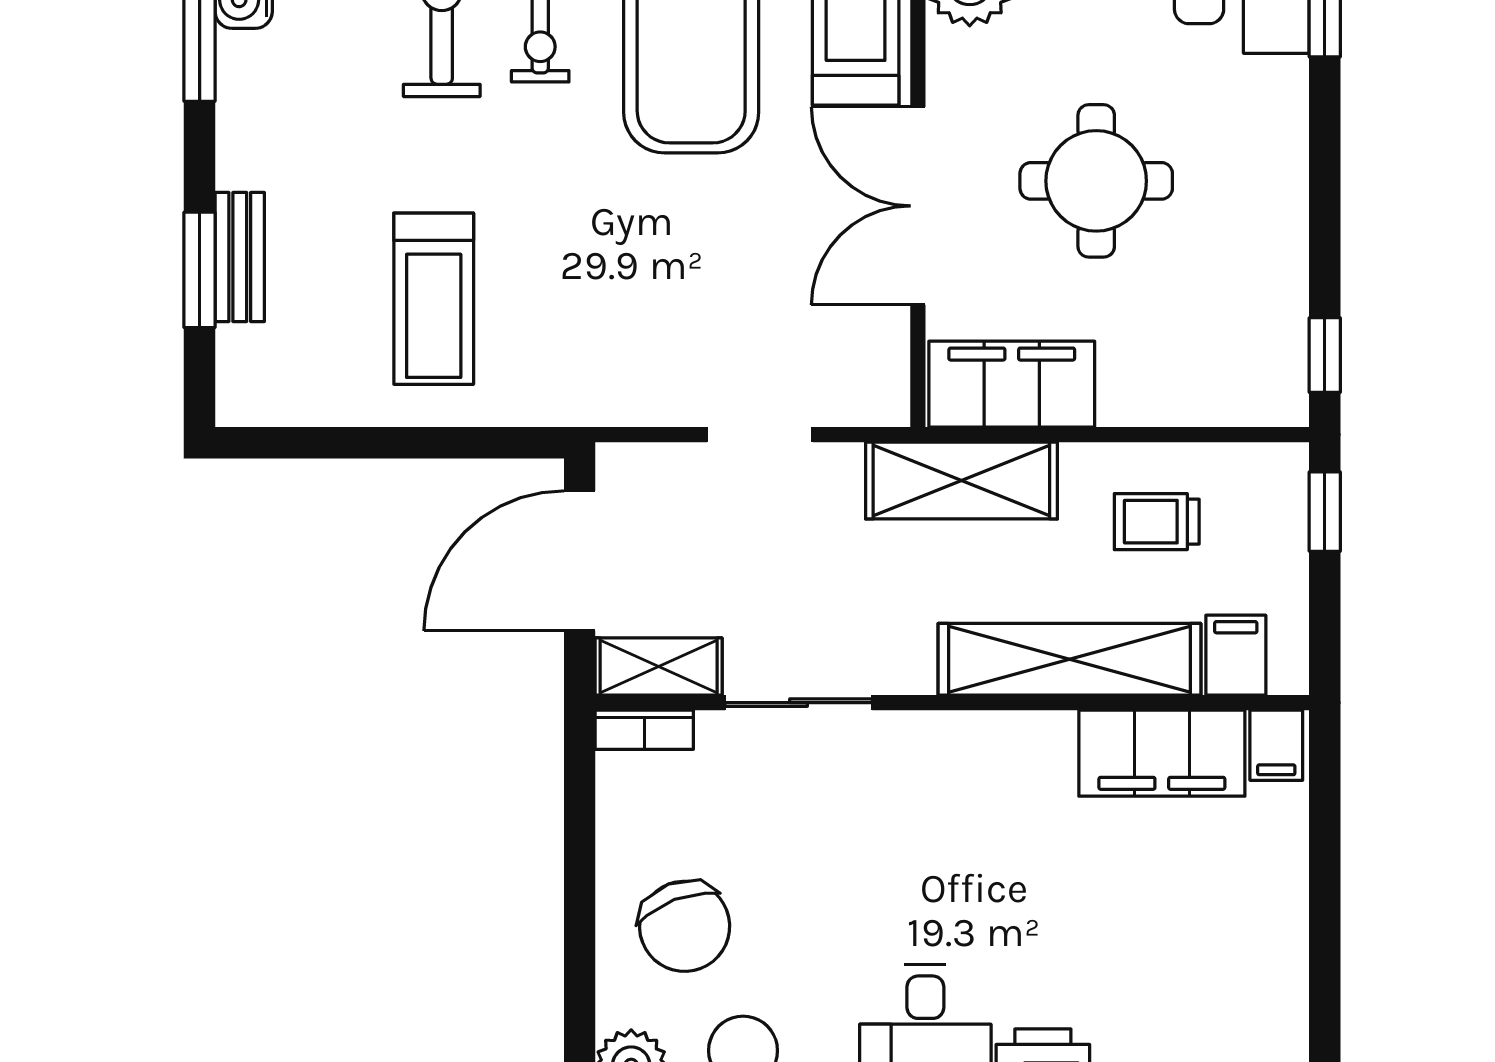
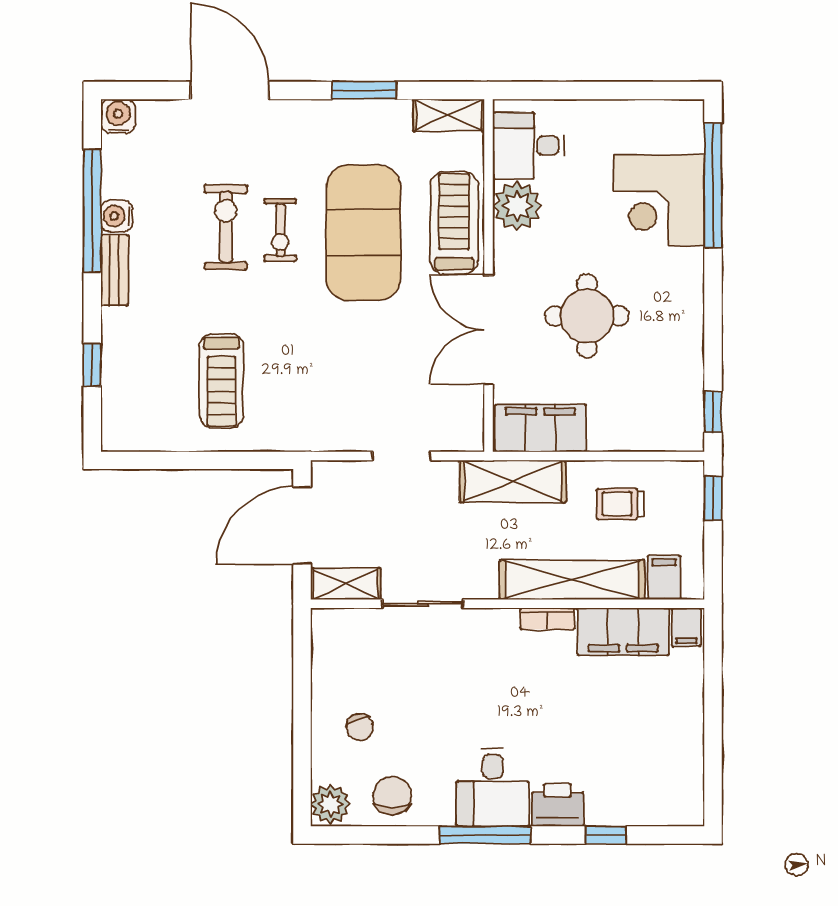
bench: (240, 257) -> (114, 270), moved
window: (200, 270) -> (92, 365), width x0.67
bookcase: (644, 730) -> (547, 619), moved
chair: (685, 926) -> (360, 727), width x0.54, depth x0.54

